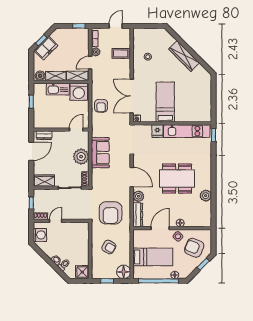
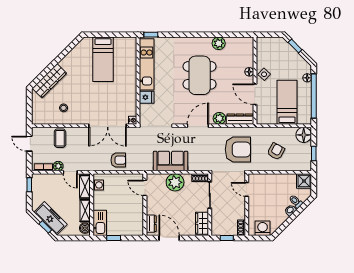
freezer: (46, 48) -> (51, 218), width x1.40
wardrobe: (184, 56) -> (49, 81), moved
kitchen sink: (58, 89) -> (100, 223), moved
washing machine: (79, 92) -> (98, 185), width x0.53, depth x0.53
bed: (165, 102) -> (103, 59), moved, turned -90
door: (56, 221) -> (247, 189), moved
armchair: (194, 248) -> (277, 56), removed

